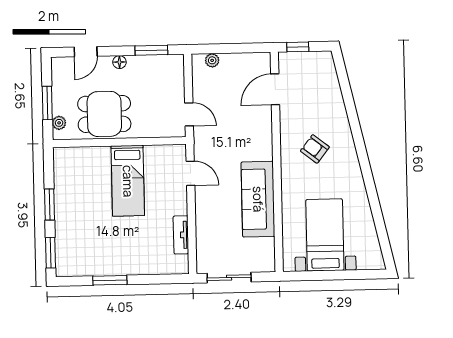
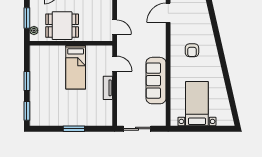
armchair: (315, 149) -> (192, 50), turned -128
tv unit: (181, 235) -> (108, 88), moved
window: (110, 280) -> (74, 129), moved

